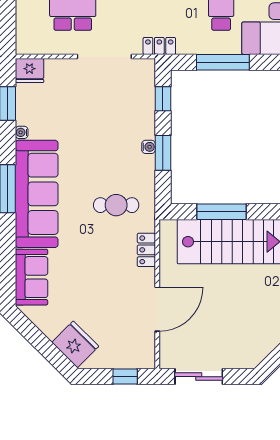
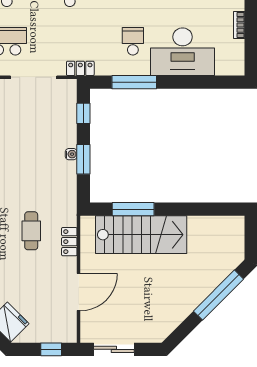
cafe table: (116, 205) -> (31, 231), moved, turned 90

